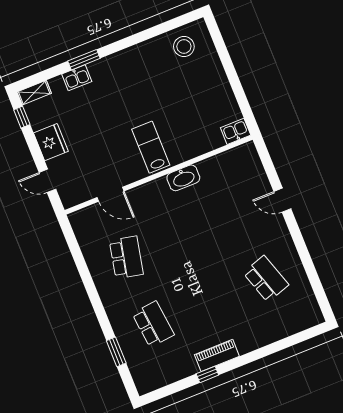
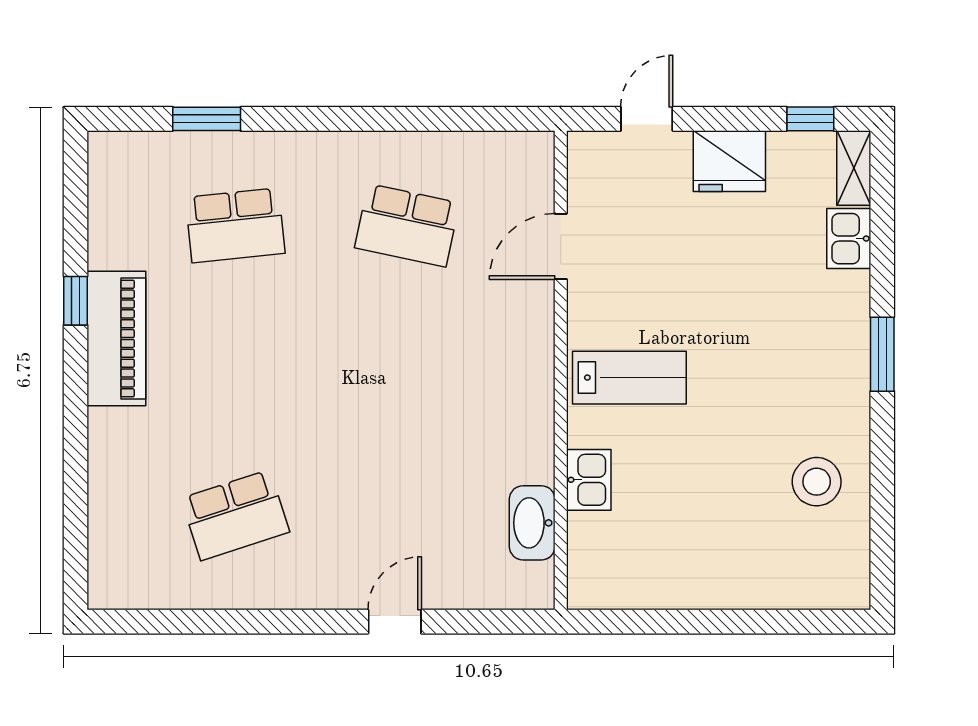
stool: (184, 47) -> (817, 482), moved
window: (84, 60) -> (882, 354), moved
kitchen sink: (77, 78) -> (849, 239), moved
kitchen sink: (236, 131) -> (589, 480), moved
washbasin: (183, 178) -> (532, 523), moved
piano: (217, 355) -> (116, 339), width x1.37, depth x1.33

